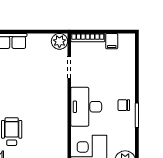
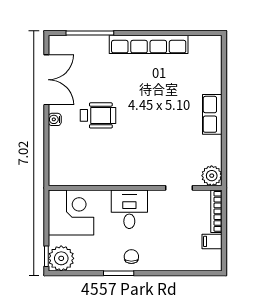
desk: (86, 107) -> (129, 209), width x0.73

